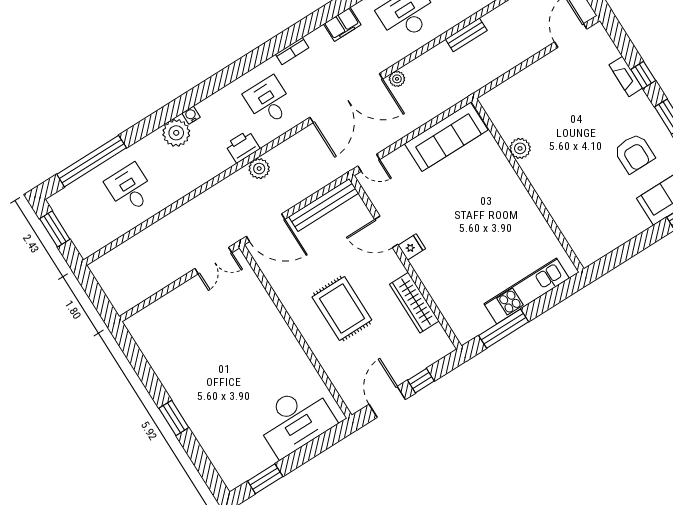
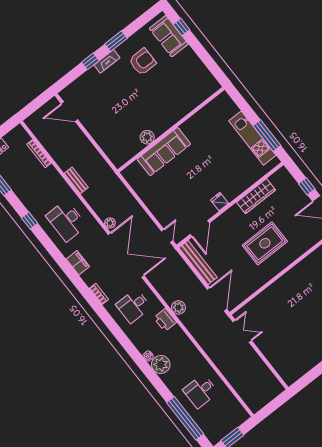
fireplace: (626, 76) -> (107, 61), moved
sofa: (446, 137) -> (164, 152), moved, turned 90
door: (386, 232) -> (200, 229), moved
kitchen unit: (527, 291) -> (252, 138), moved

